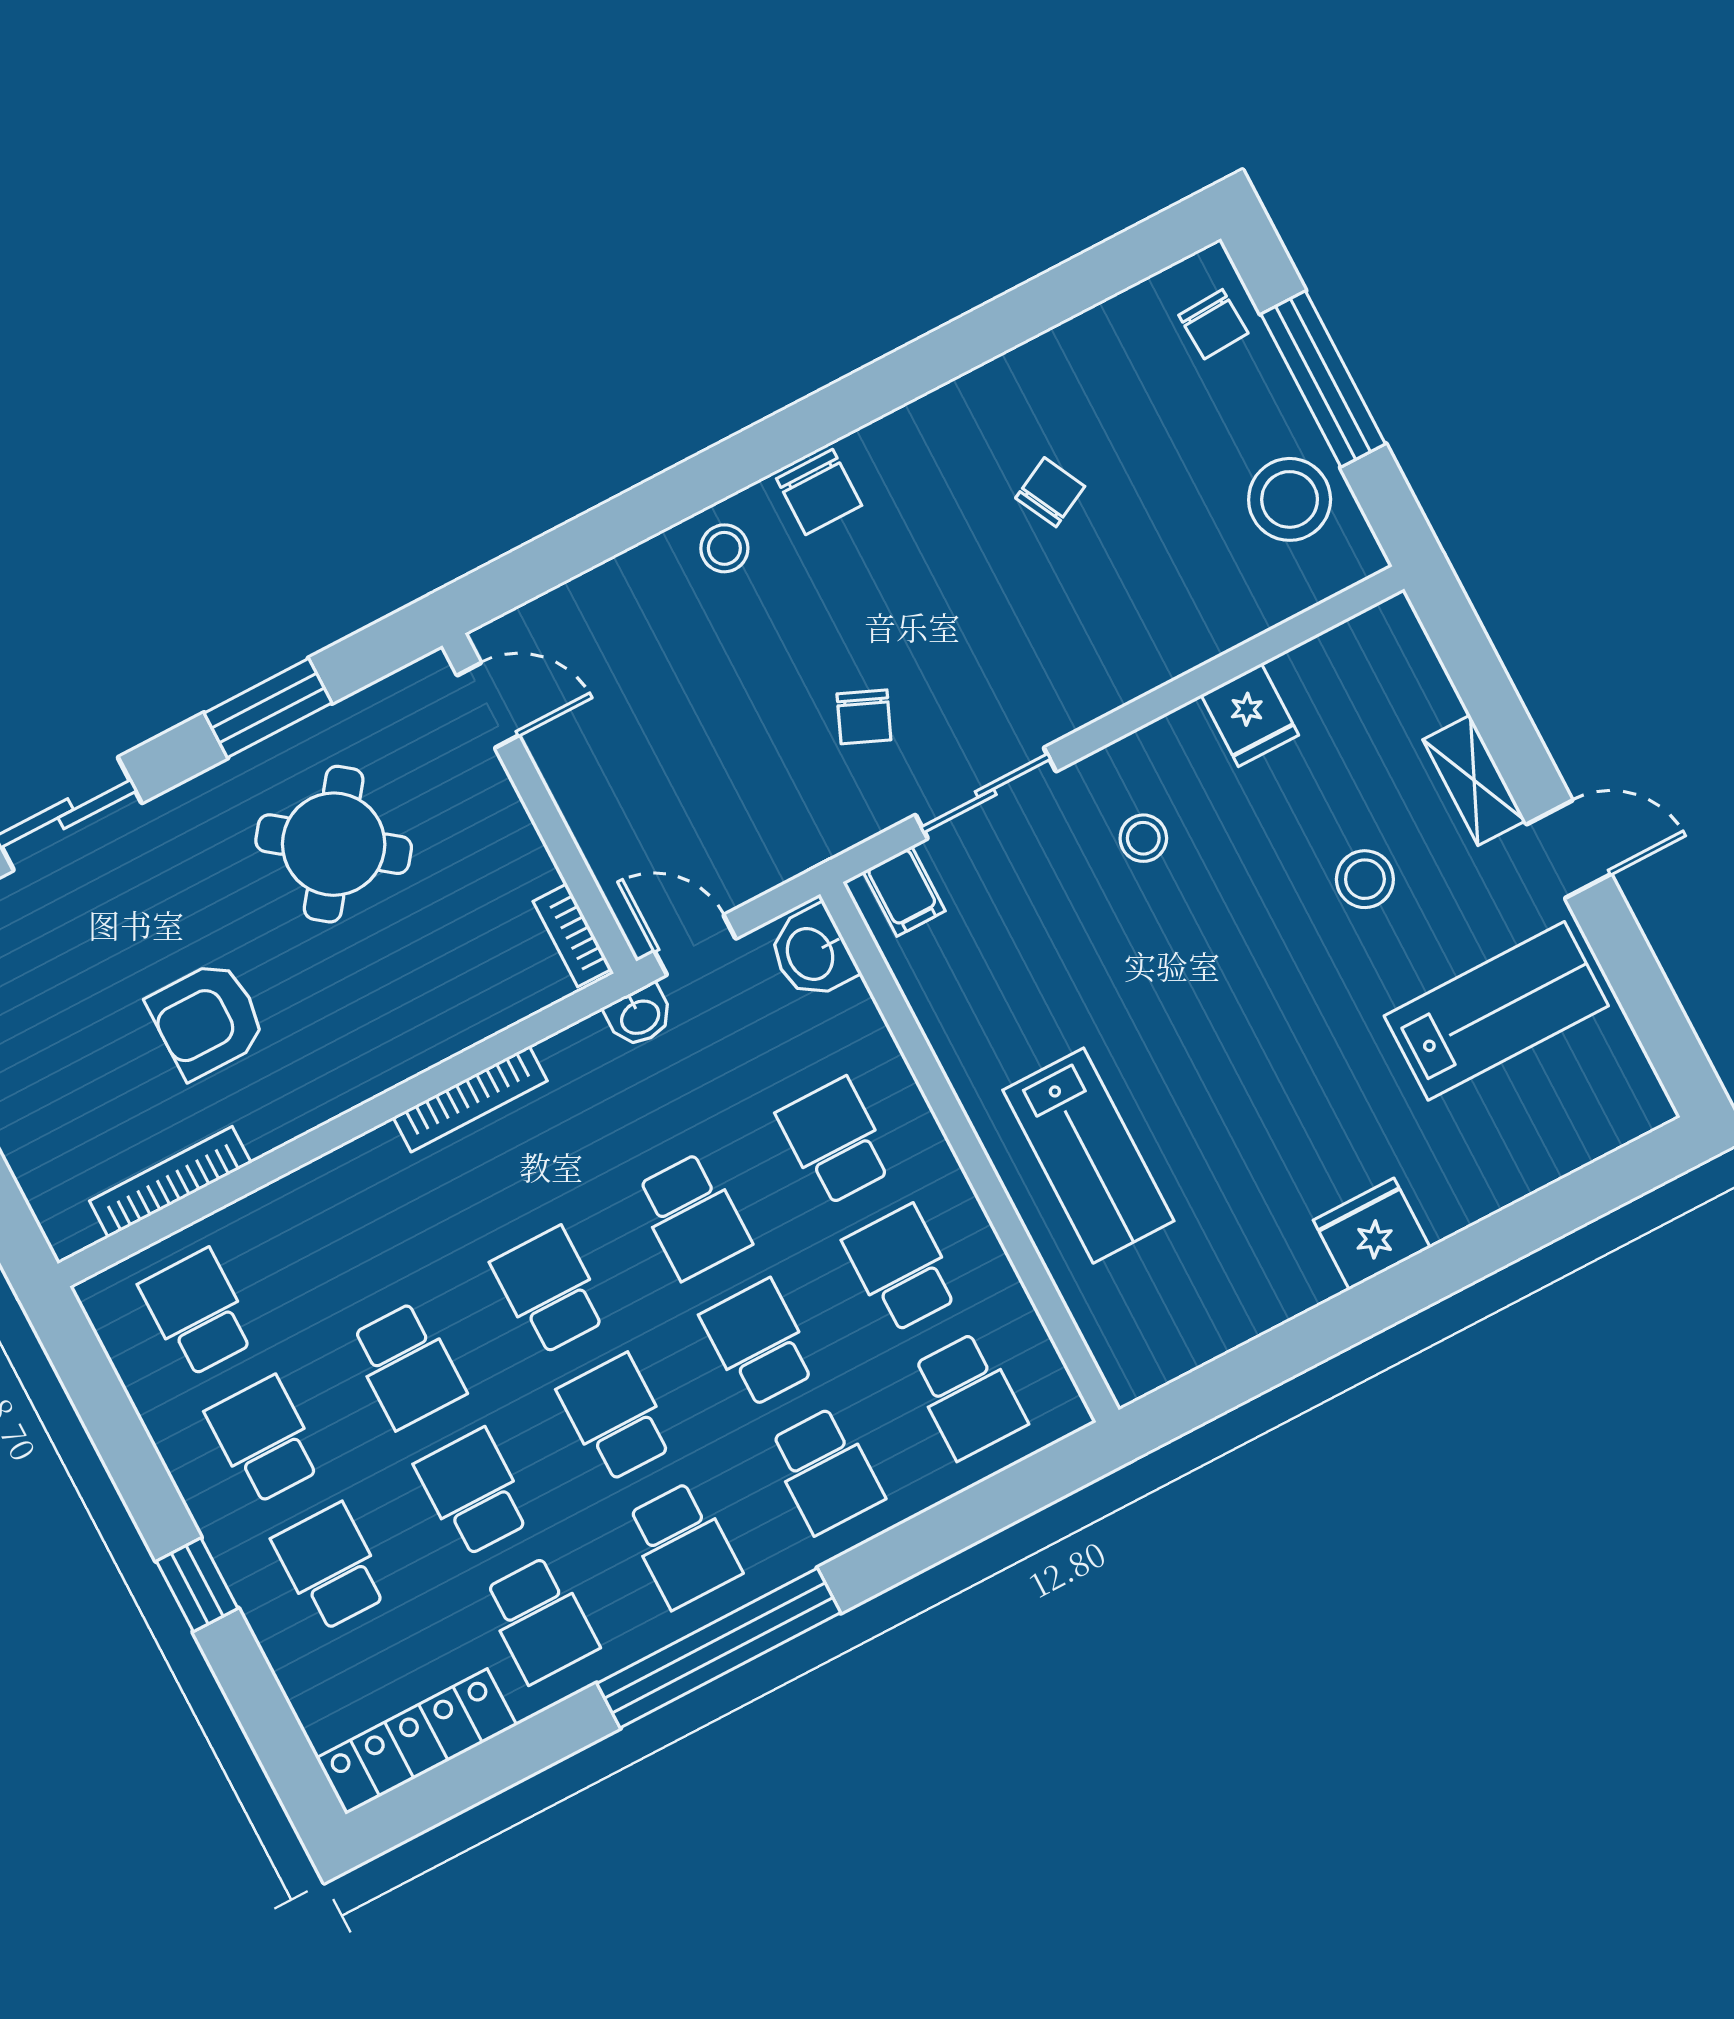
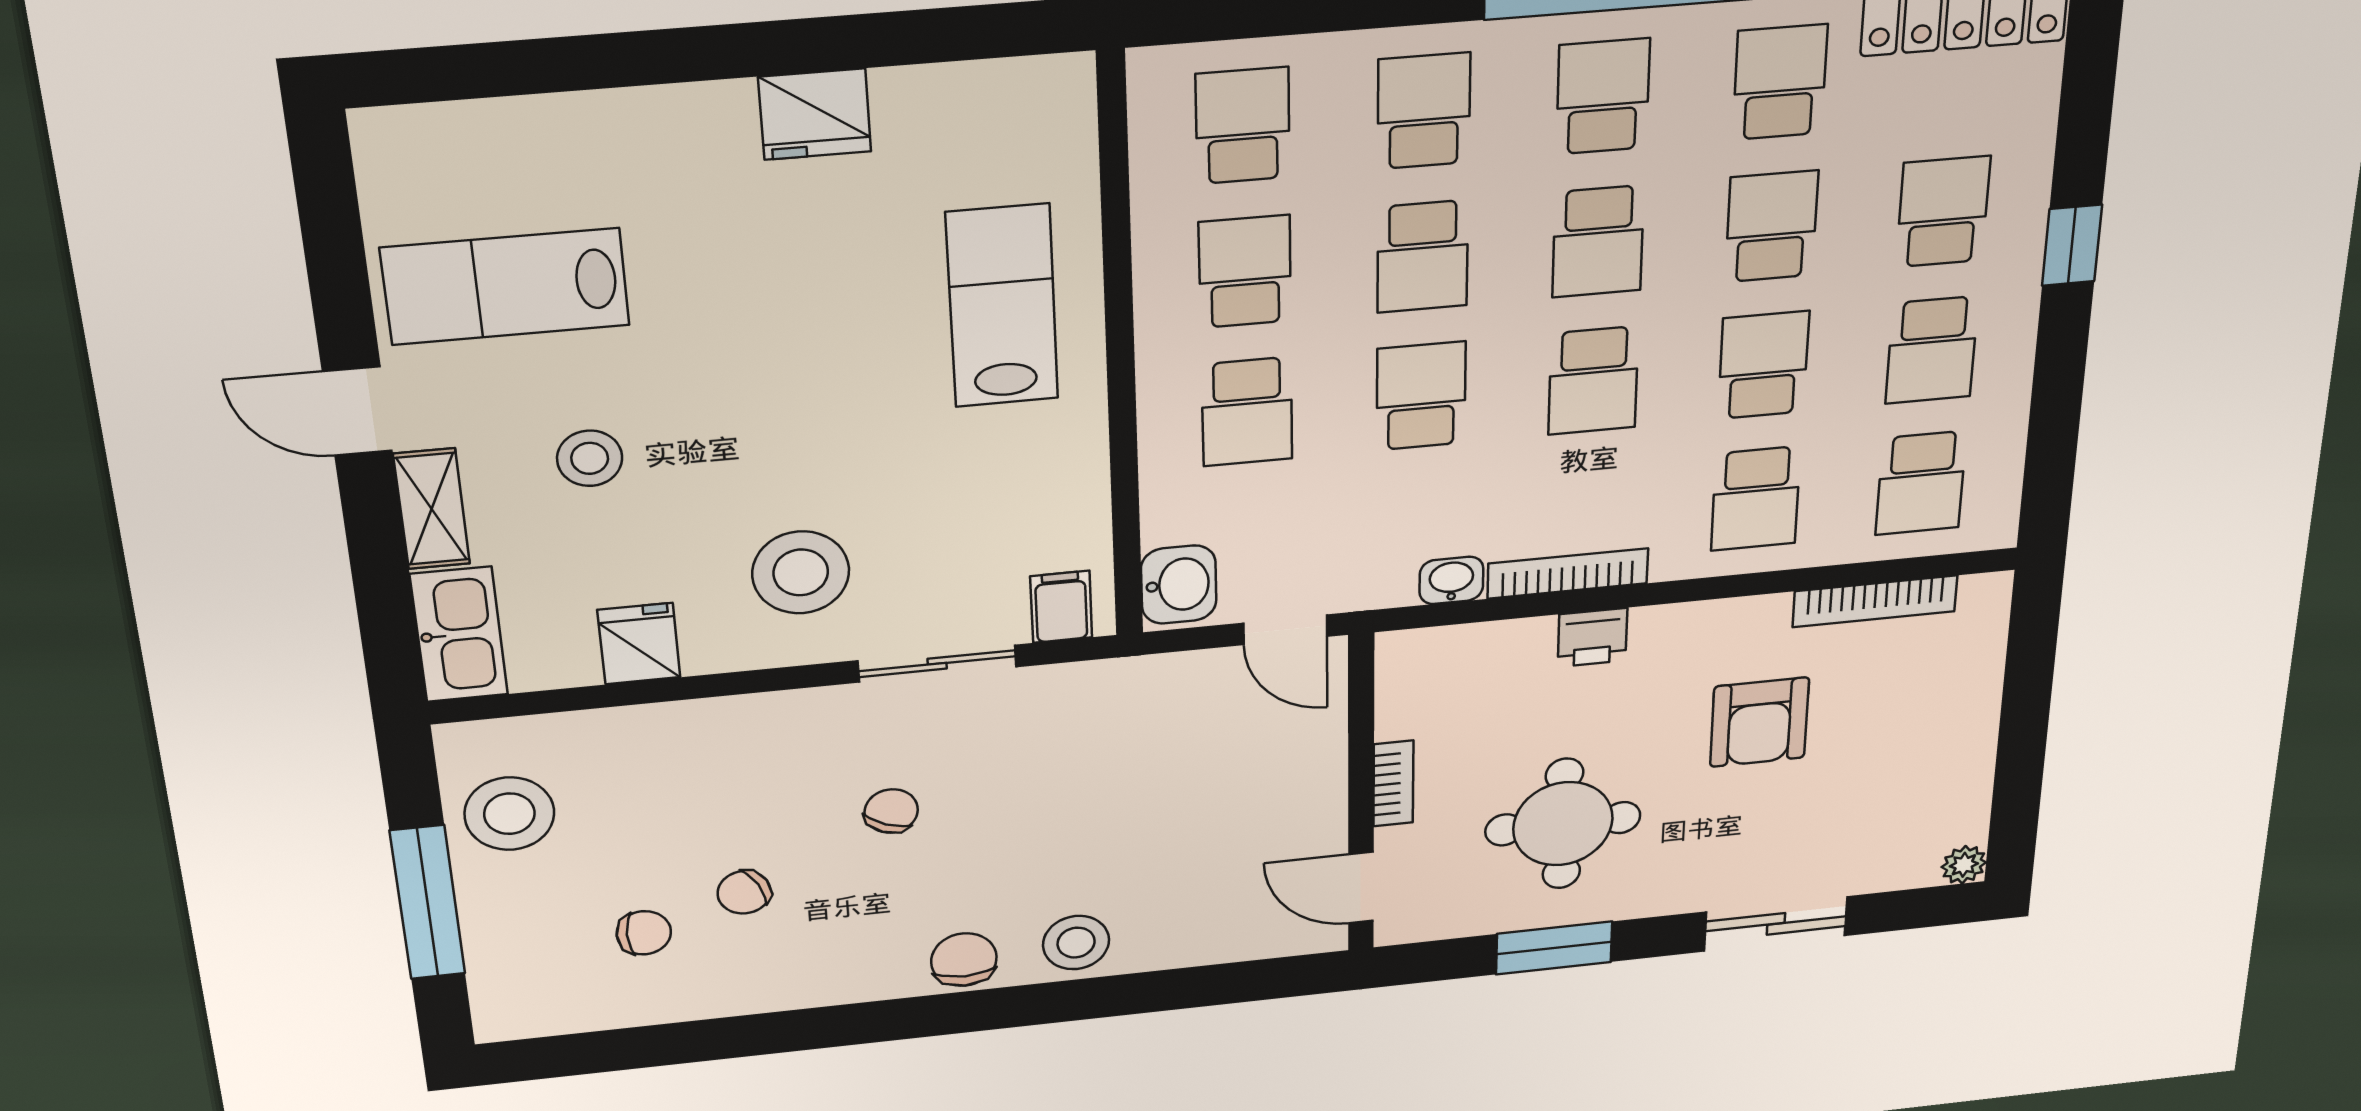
chair: (1213, 324) -> (644, 933), moved, turned 93
stool: (724, 548) -> (1076, 943), width x1.37, depth x1.37
kitchen sink: (1404, 666) -> (459, 635), added
chair: (864, 717) -> (891, 811), moved
stool: (1143, 838) -> (801, 572), width x1.89, depth x1.89
round table: (334, 844) -> (1563, 824), turned -37
bookcase: (572, 935) -> (1393, 784), moved
washbasin: (639, 1016) -> (1451, 580), moved
armchair: (207, 1019) -> (1759, 722), turned 90
printer: (412, 1045) -> (1592, 638), added
fridge: (1372, 1234) -> (815, 114), moved
school desk: (340, 1238) -> (1756, 499), added
school desk: (902, 1269) -> (1245, 272), turned 180
school desk: (473, 1492) -> (1772, 226), turned 180
school desk: (331, 1567) -> (1943, 212), turned 180

